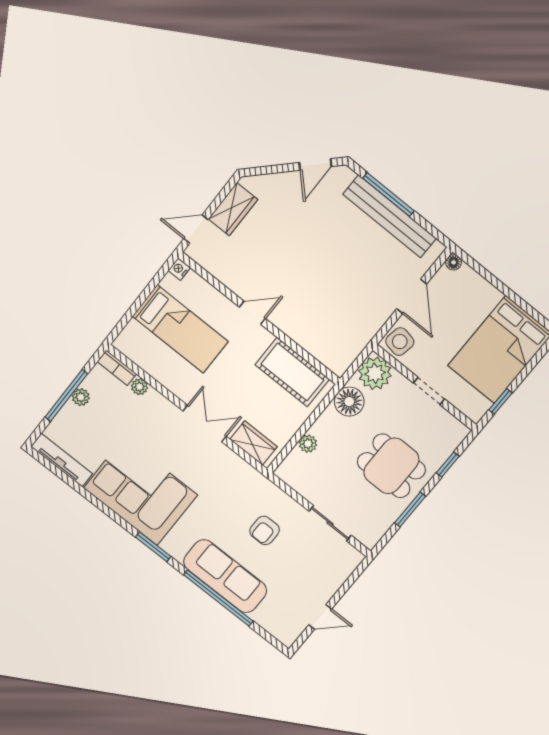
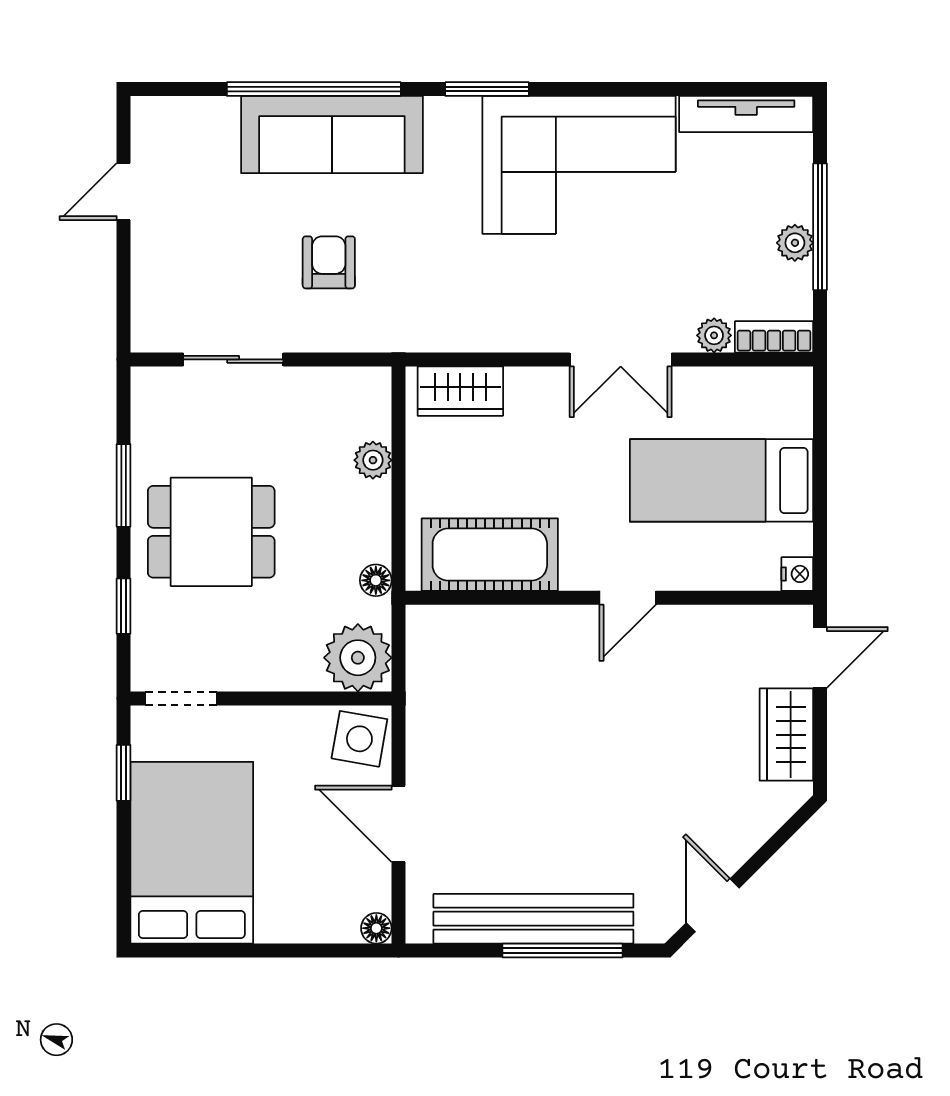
doorway: (429, 391) -> (181, 698), moved
floor lamp: (349, 402) -> (376, 580), width x0.53, depth x0.53
double door: (205, 424) -> (621, 359), moved

